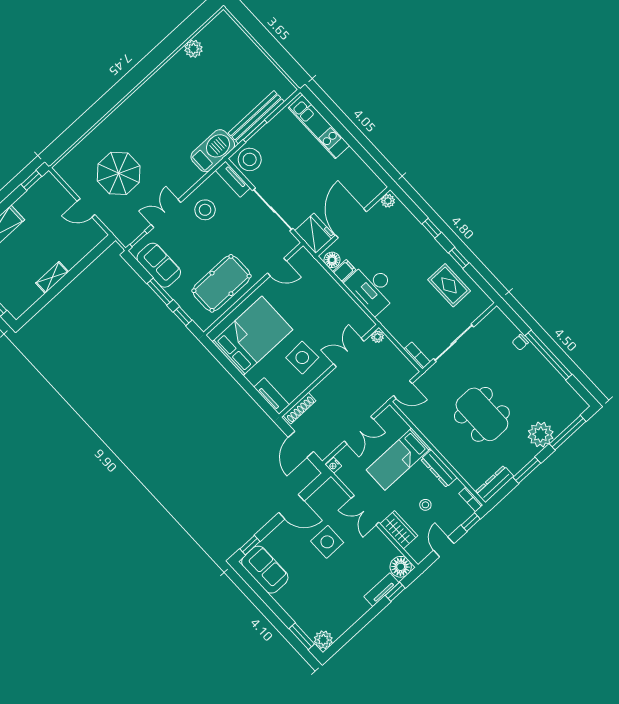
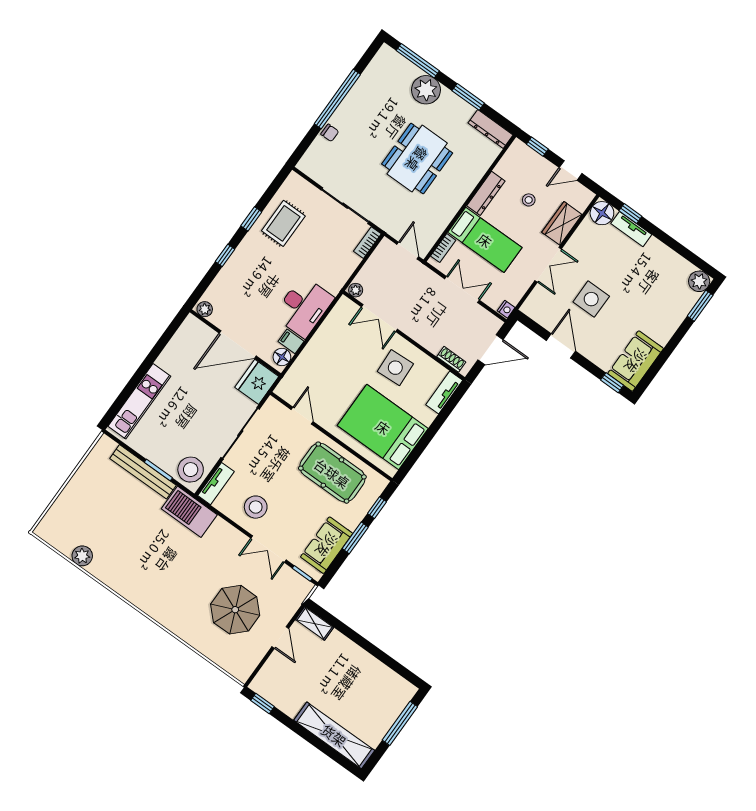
shelving: (52, 277) -> (315, 624), moved
shoe rack: (299, 408) -> (451, 359), width x0.70
bookcase: (471, 499) -> (443, 248), moved

